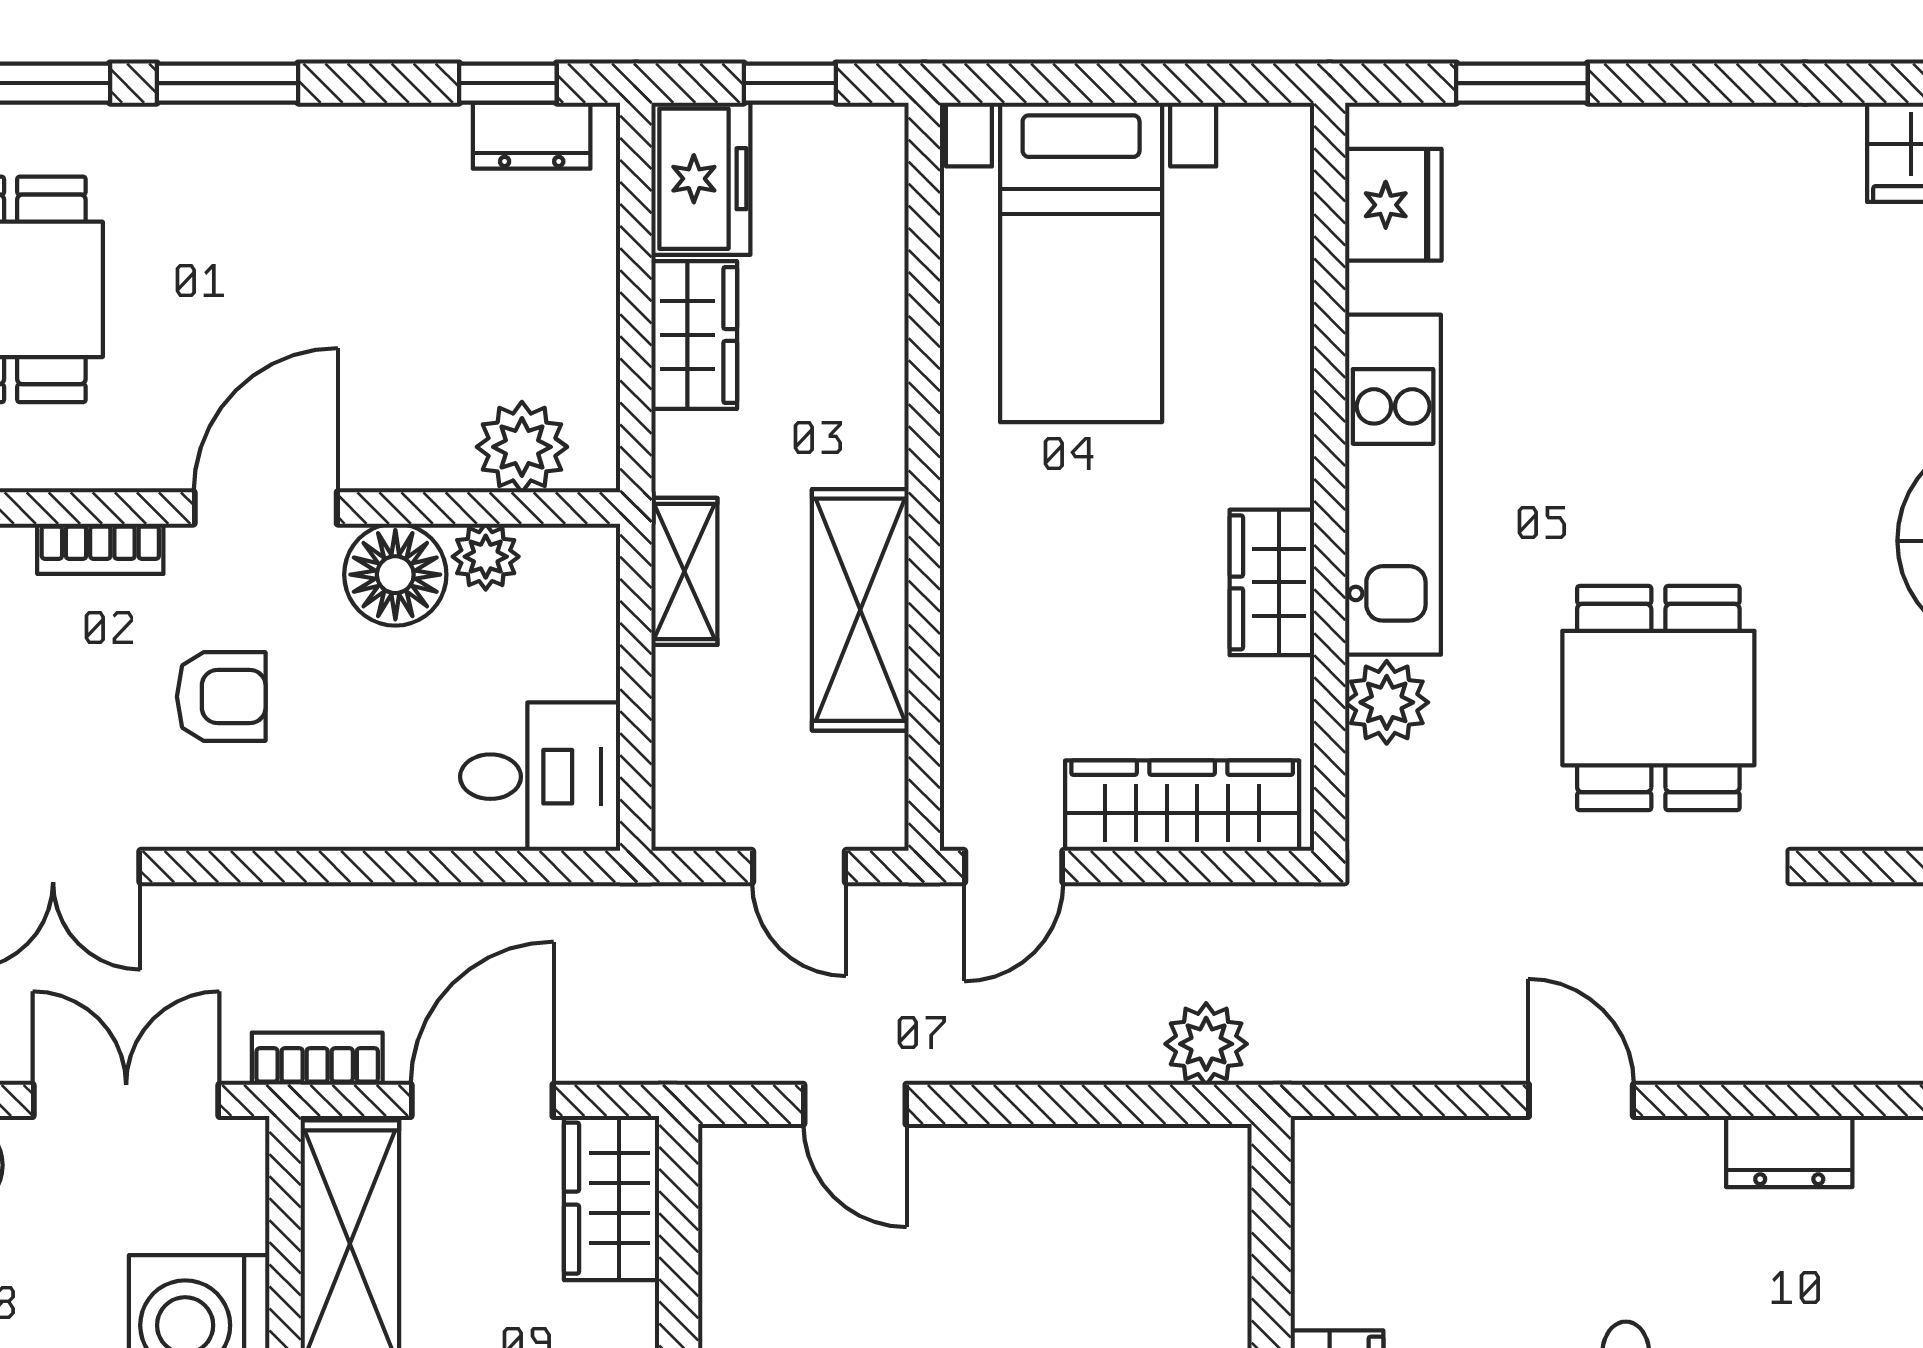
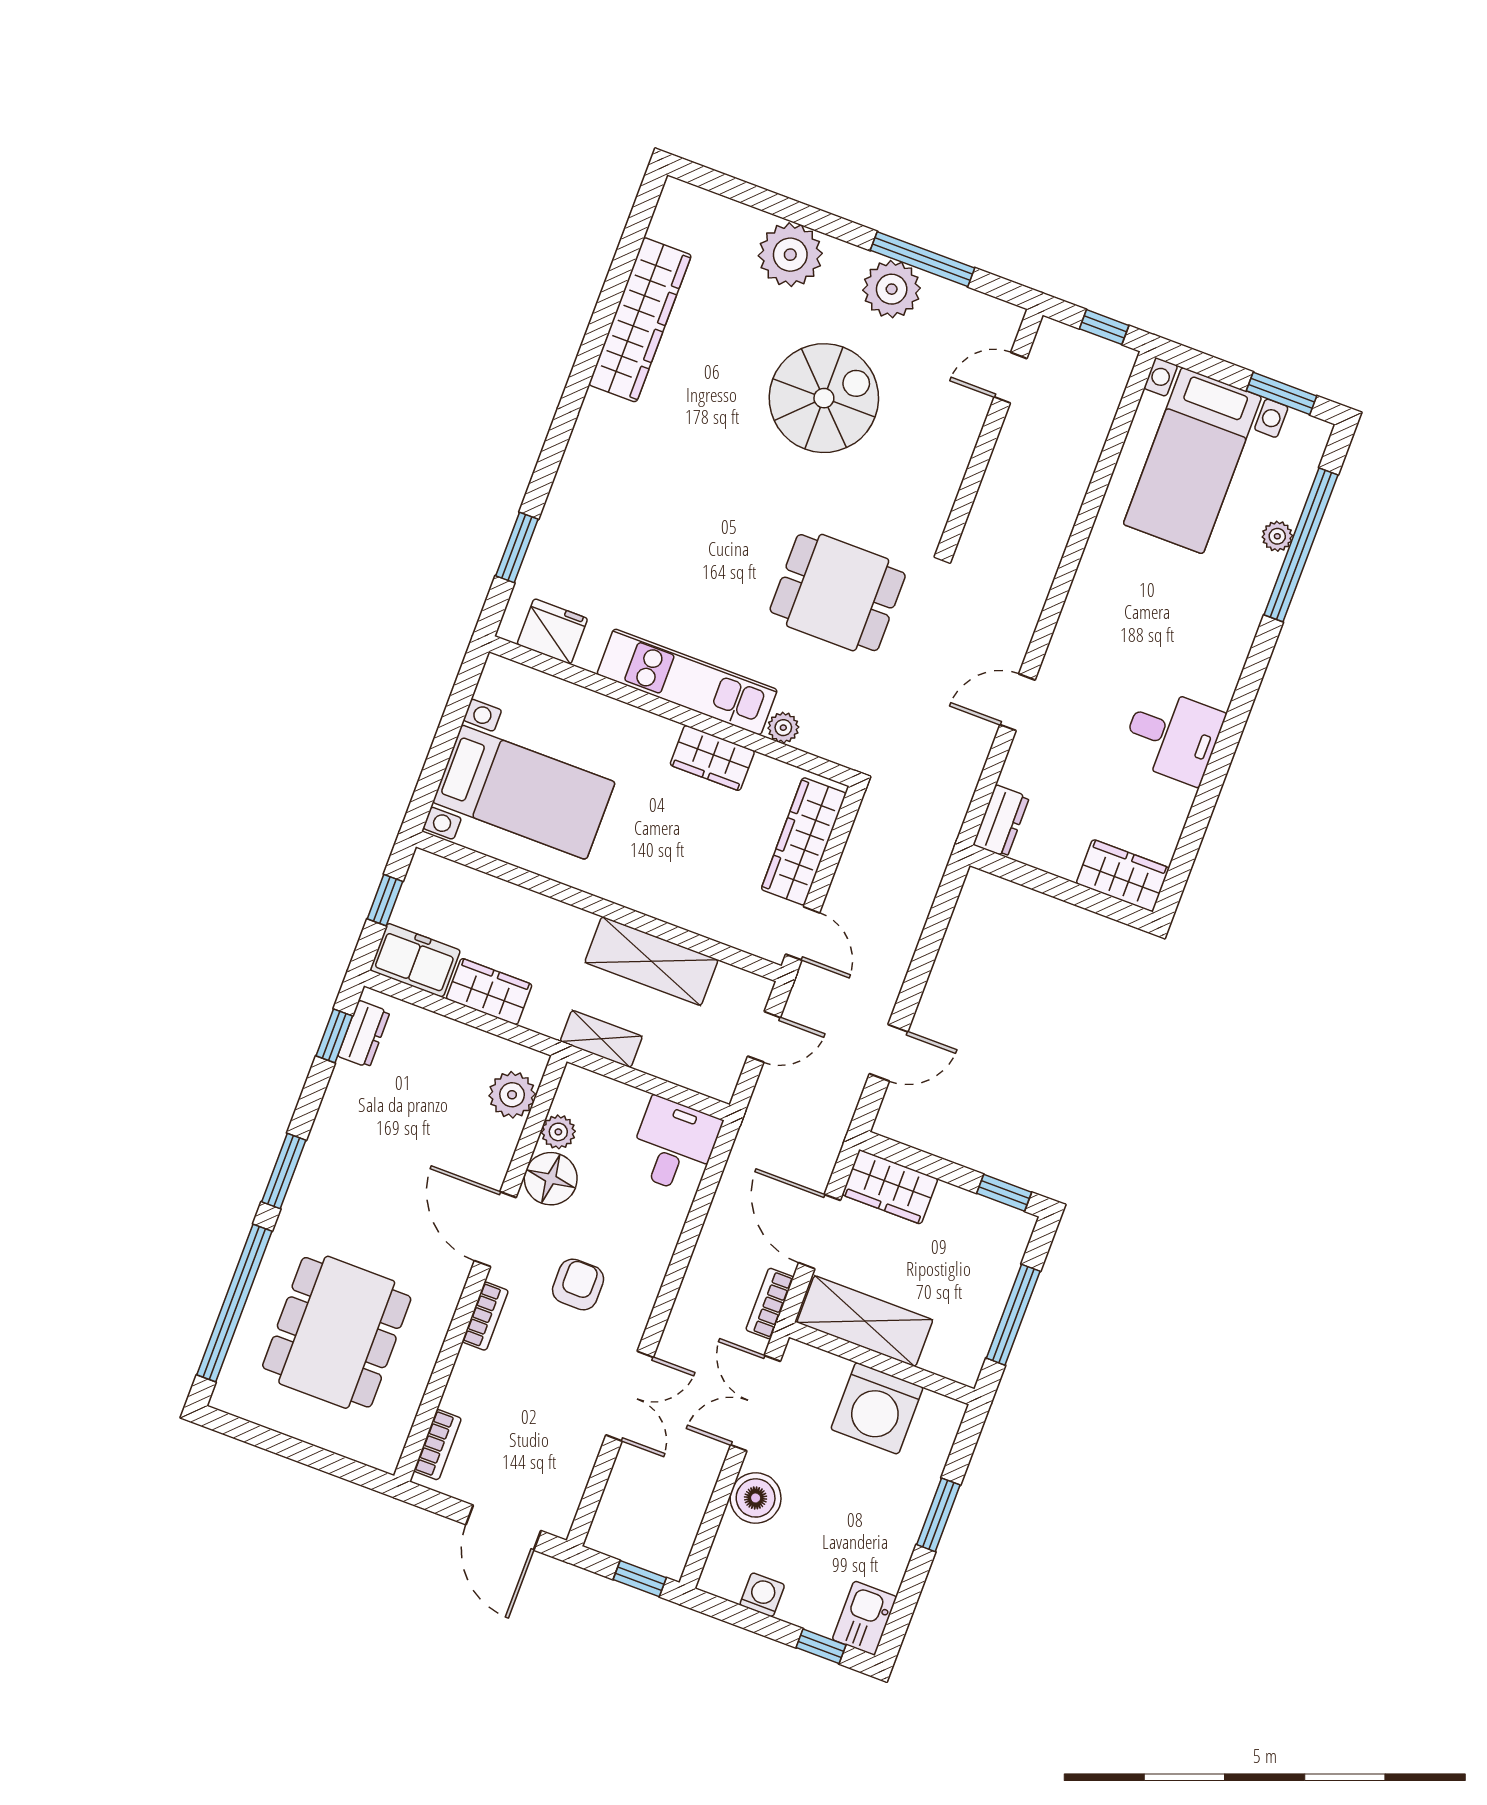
plant: (1387, 702) -> (783, 728), width x0.73, depth x0.73
plant: (1206, 1044) -> (923, 873), removed
dresser: (1789, 1152) -> (1001, 821), moved

